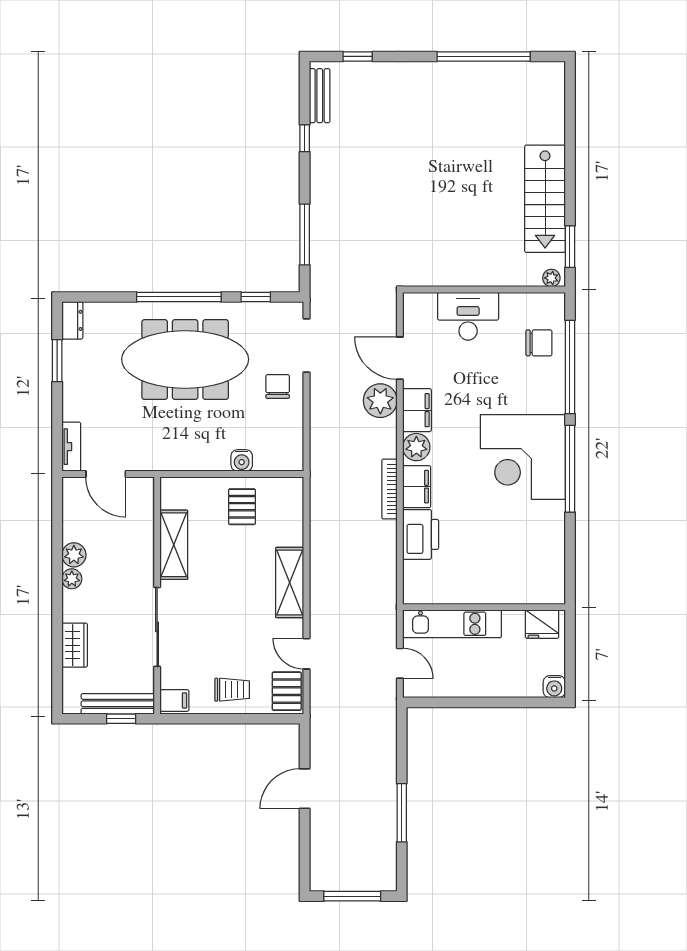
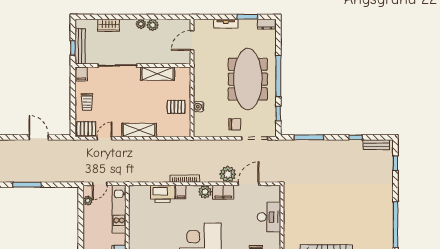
tv unit: (71, 447) -> (226, 24), moved
filing cabinet: (417, 487) -> (181, 192), width x0.50
plant: (434, 688) -> (88, 201), added

